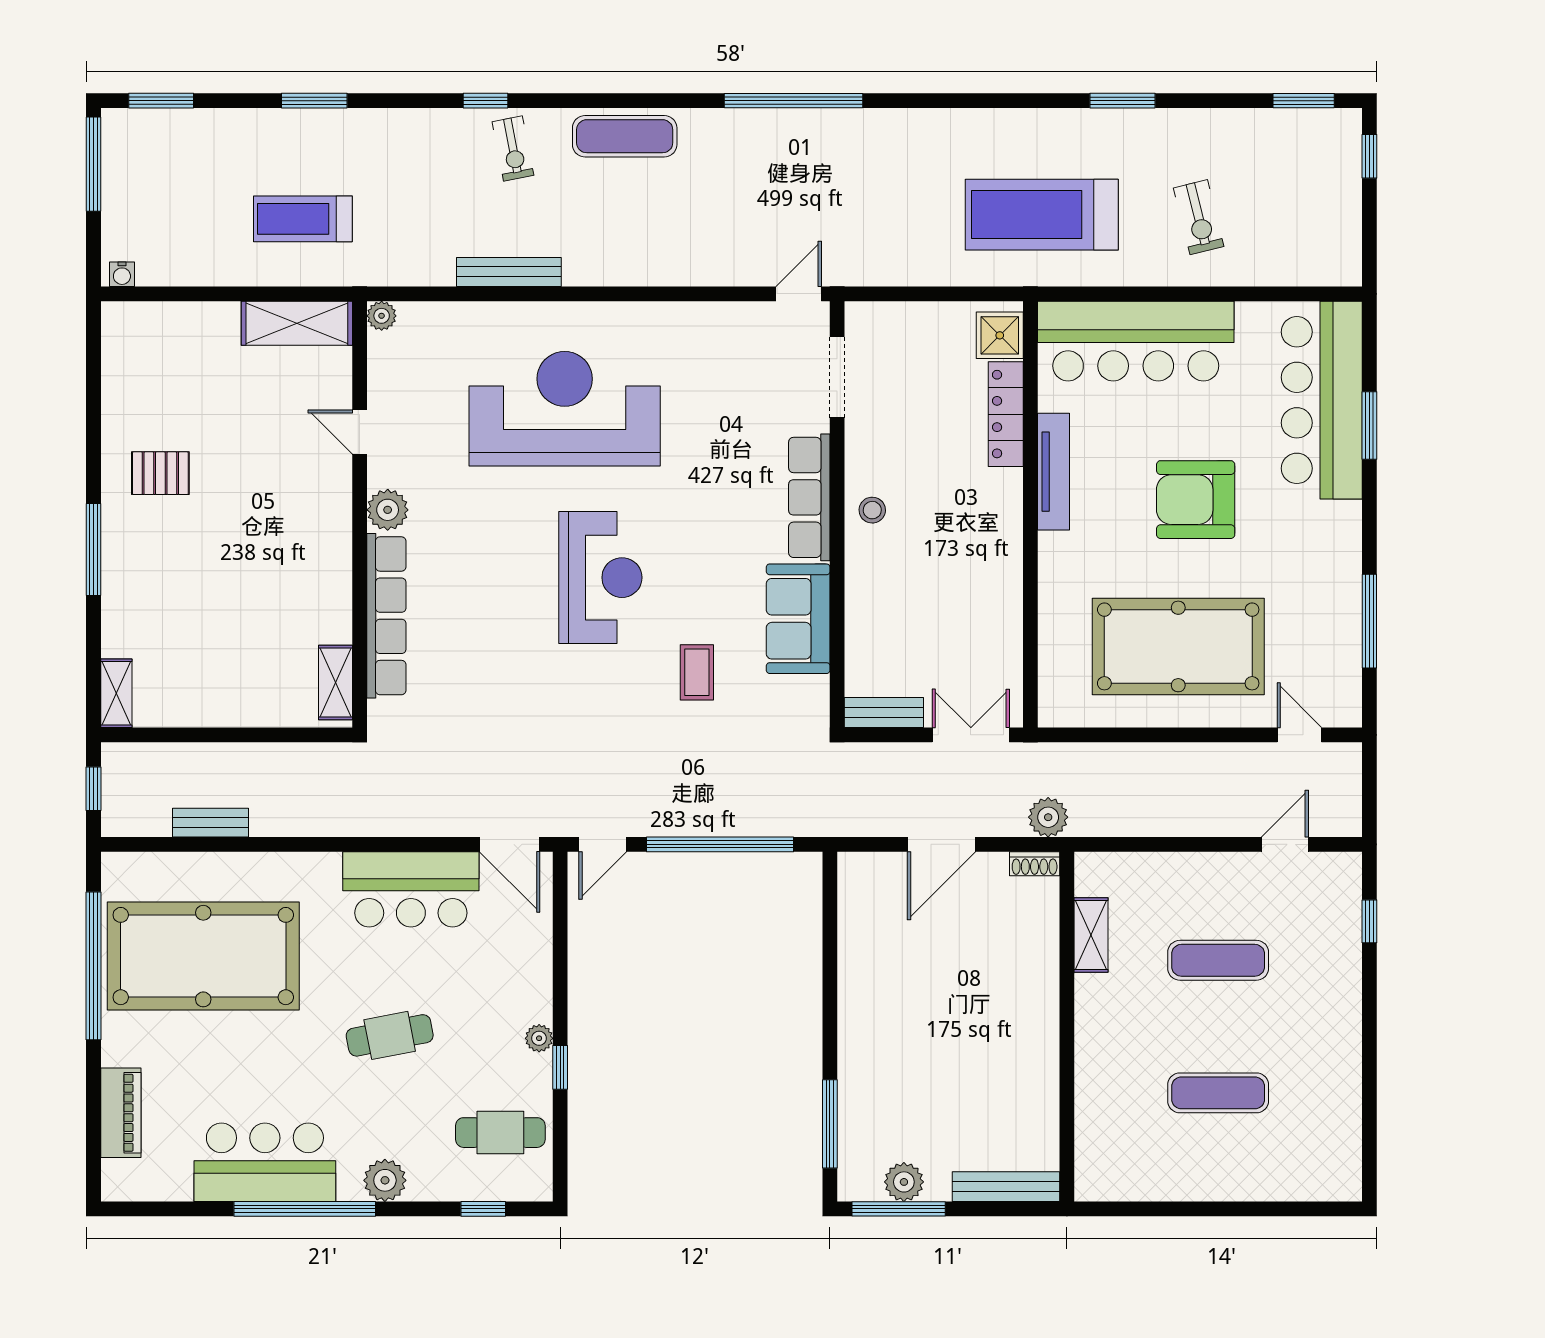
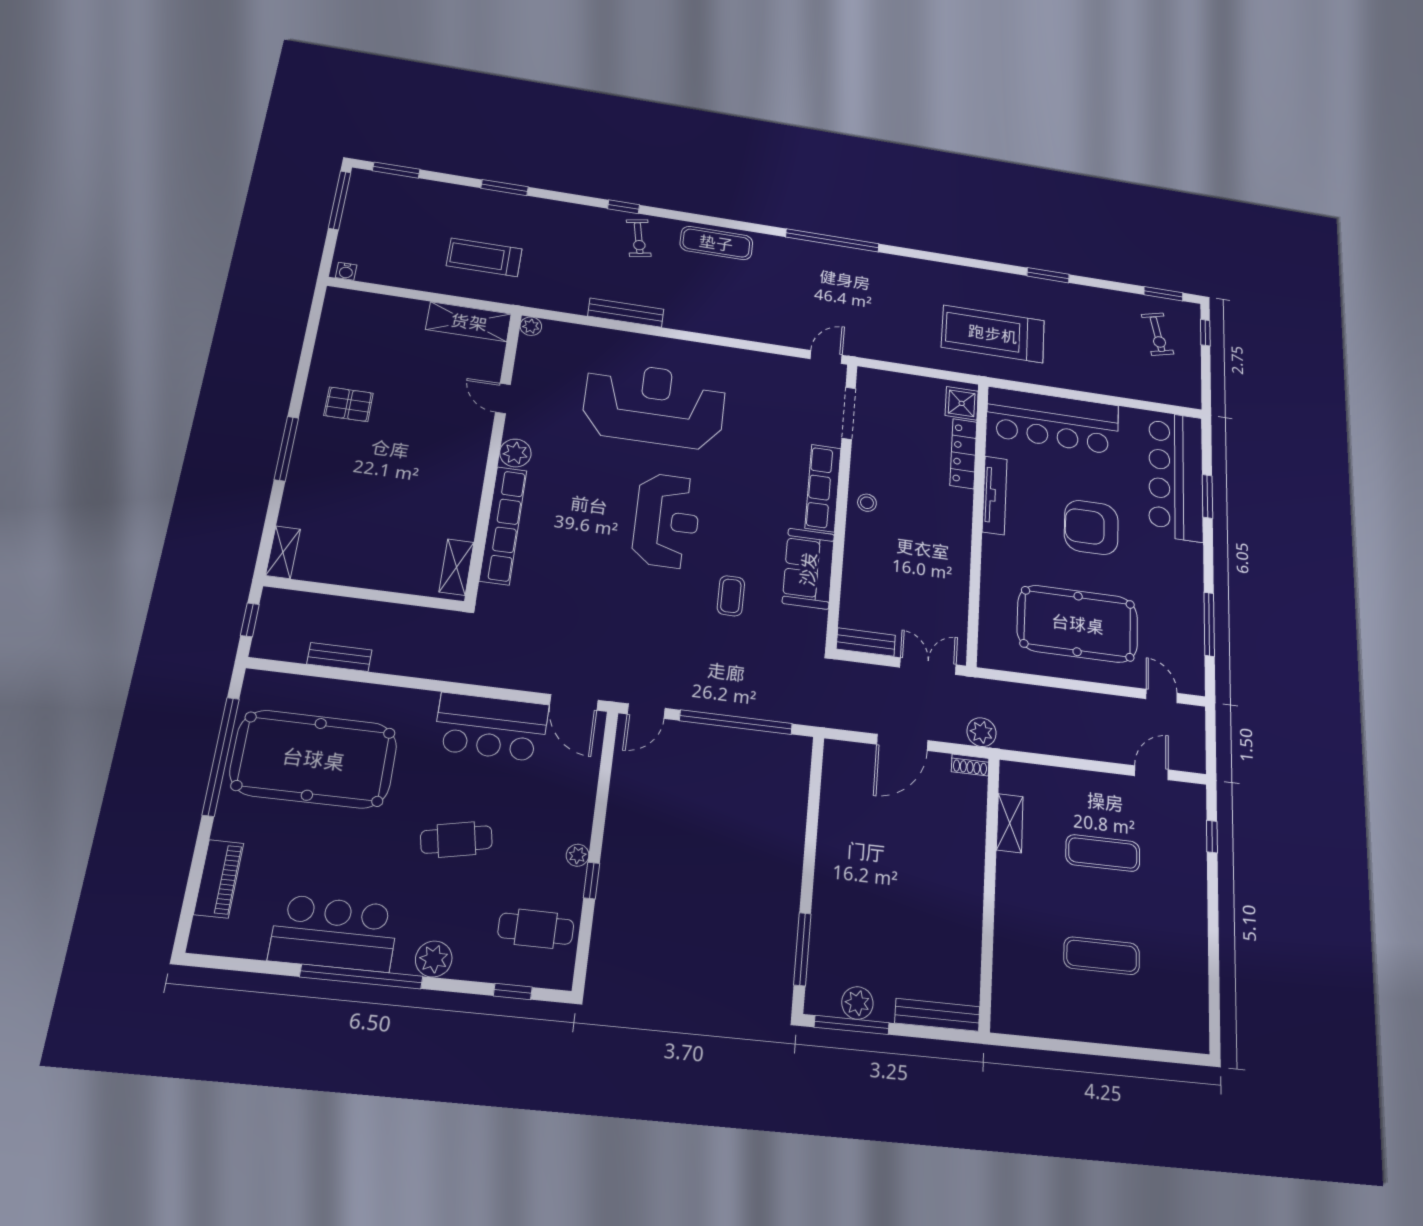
exercise bike: (1199, 217) -> (1157, 334), moved

